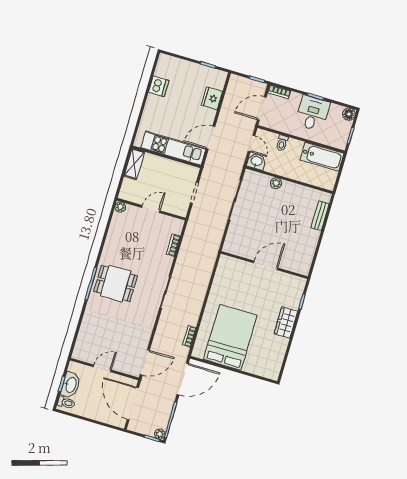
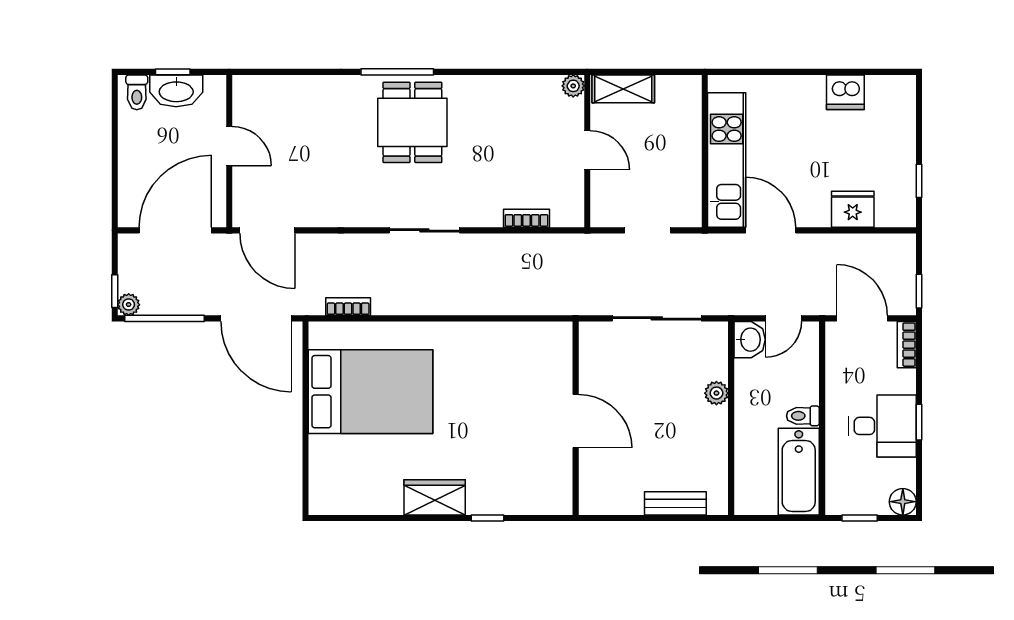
toilet: (282, 143) -> (803, 416), moved
shelving: (134, 164) -> (623, 89), moved
wall: (264, 265) -> (576, 418), moved
door: (266, 265) -> (576, 421), moved

